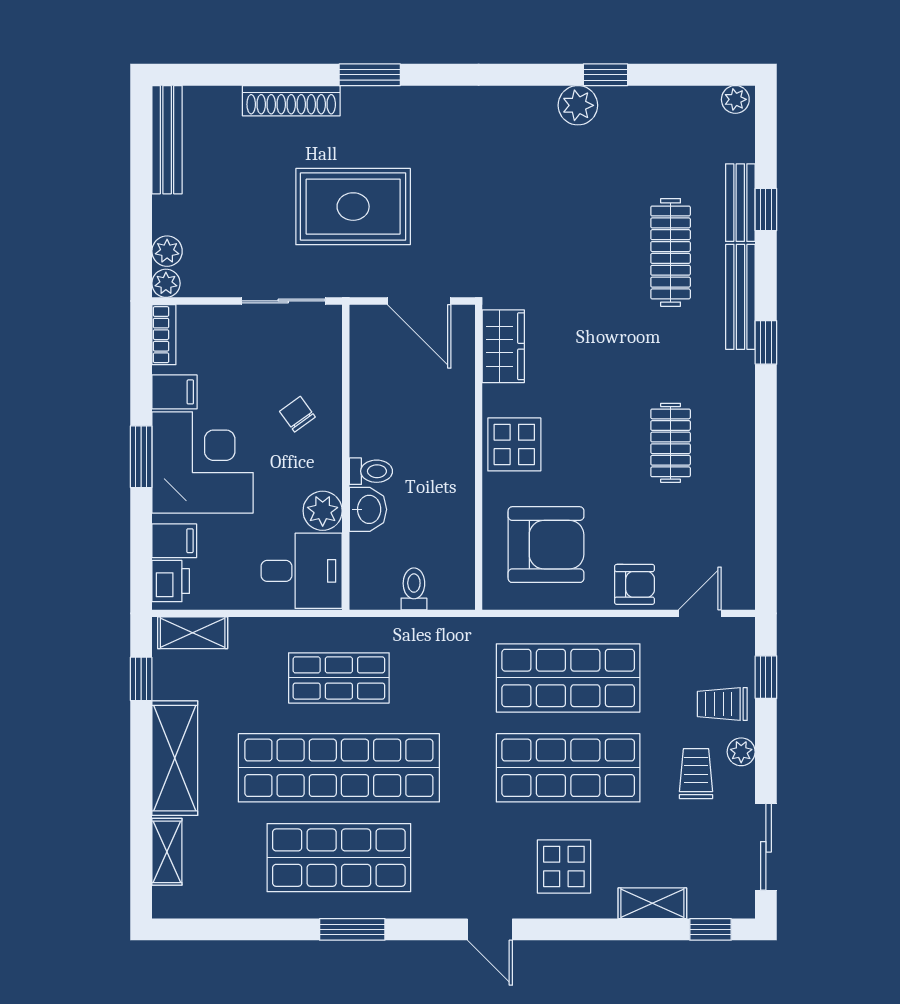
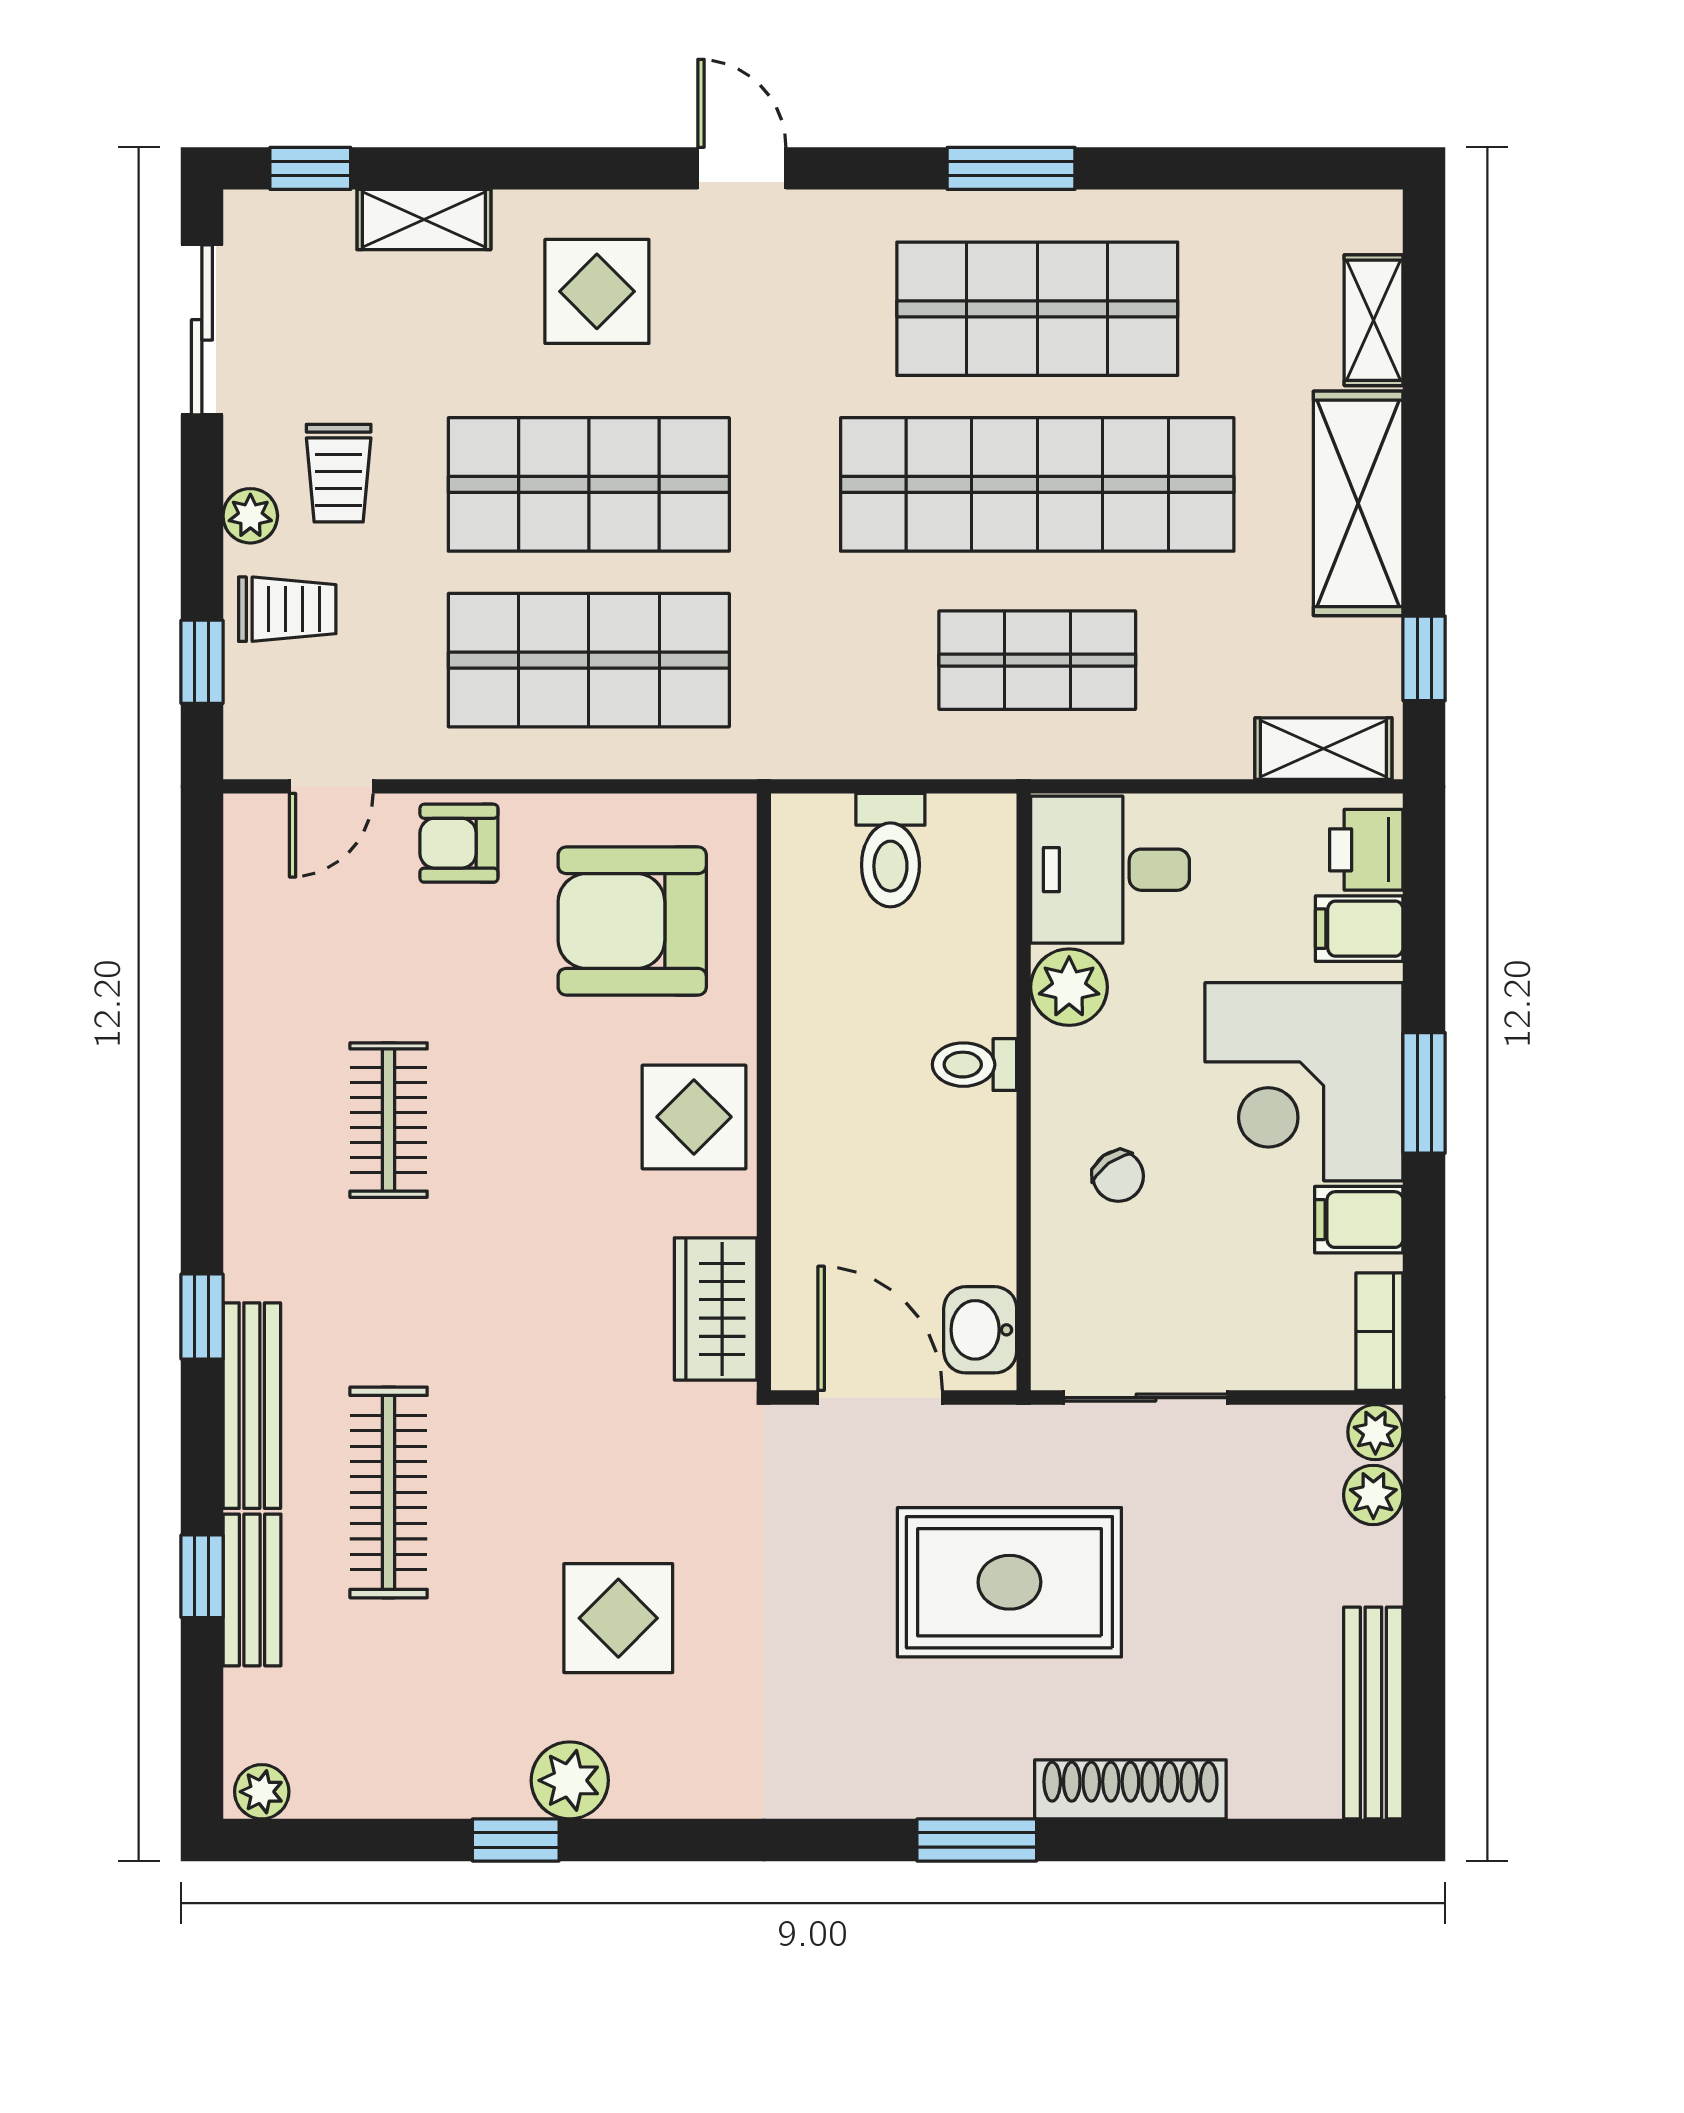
display table: (553, 188) -> (618, 1618), added
washbasin: (368, 509) -> (980, 1330), moved
toilet: (414, 589) -> (890, 850), width x1.37, depth x1.39

